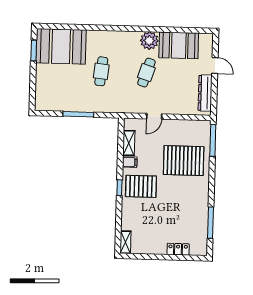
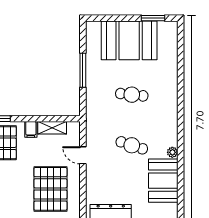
plant: (149, 41) -> (172, 152), width x0.53, depth x0.53
booth: (61, 46) -> (129, 40), moved, turned 90
pallet: (184, 161) -> (50, 189), moved

